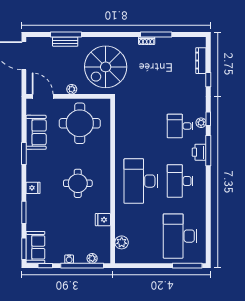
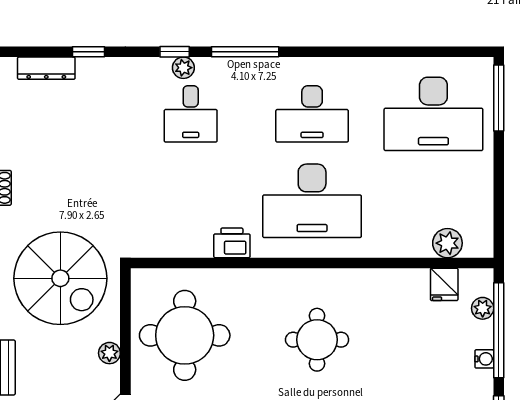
printer: (199, 152) -> (232, 243), moved, turned 180
fridge: (103, 220) -> (444, 284), moved

